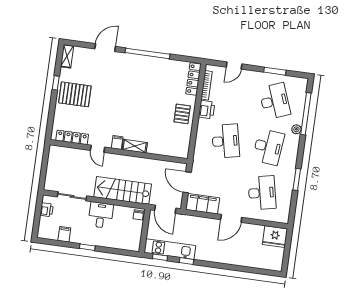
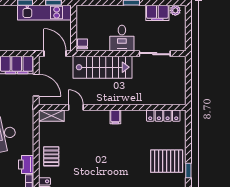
shelving: (135, 146) -> (51, 116), moved
door: (98, 149) -> (76, 107), moved
printer: (47, 210) -> (180, 36), removed
plant: (47, 234) -> (175, 10), added
filing cabinet: (64, 234) -> (157, 13), width x2.00

